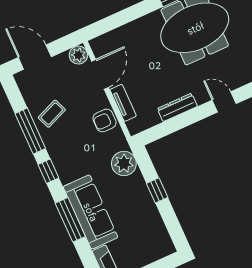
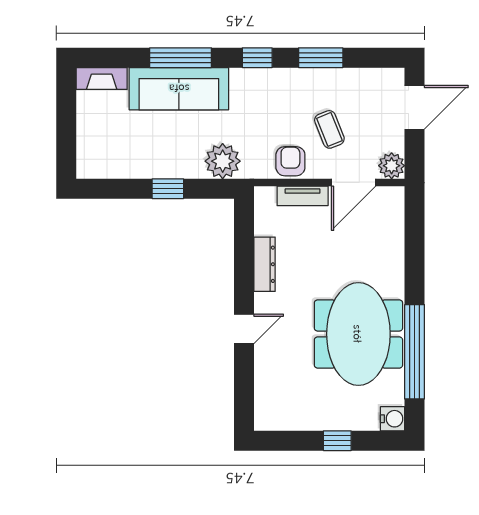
door: (100, 74) -> (354, 183), hinge flipped
coffee table: (52, 114) -> (329, 129), moved
window: (30, 131) -> (321, 58), width x0.69

